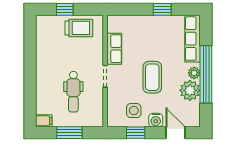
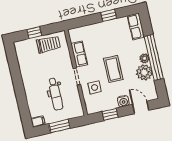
row of seats: (193, 39) -> (136, 27), width x0.68
side table: (134, 111) -> (95, 87), moved

